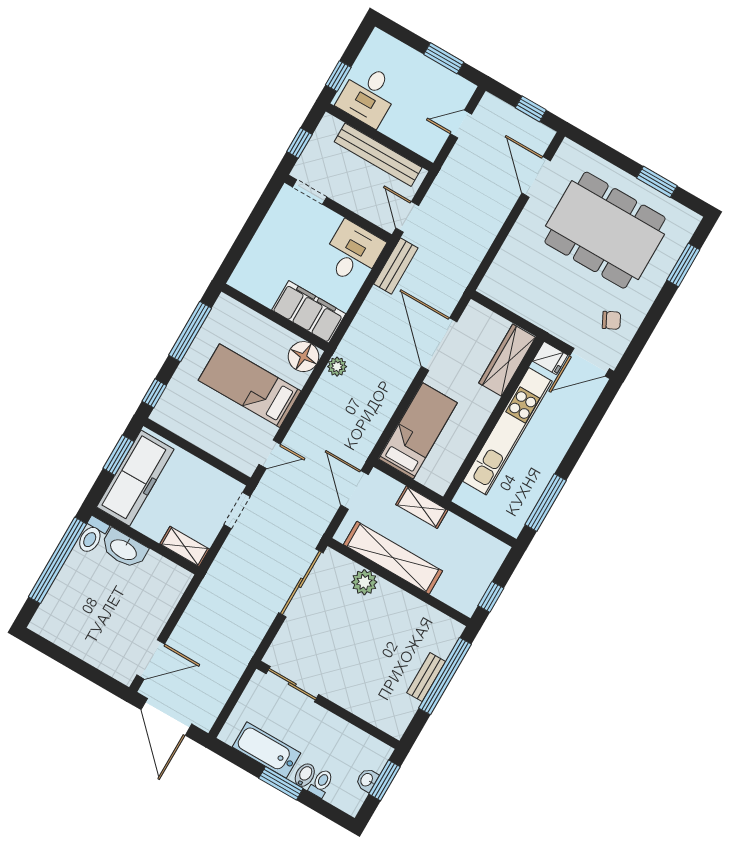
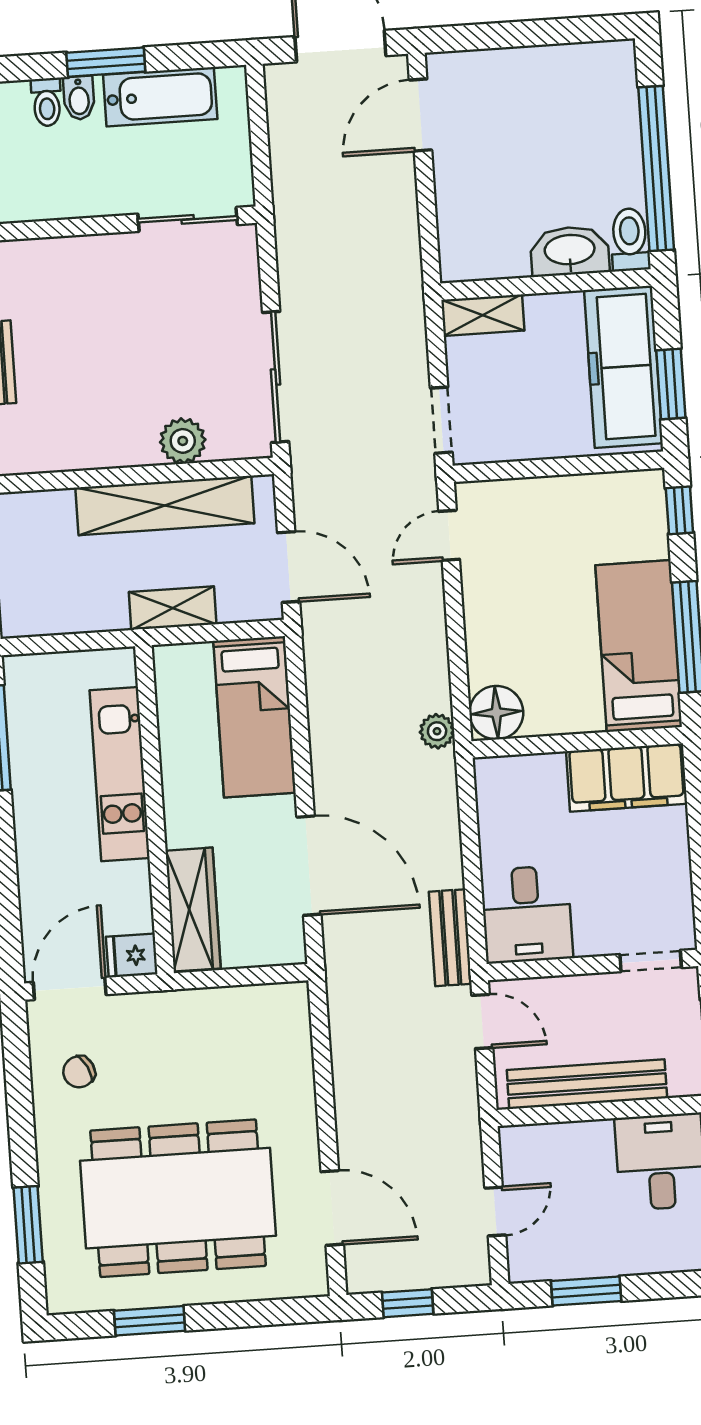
filing cabinet: (309, 312) -> (627, 777), moved
bed: (250, 386) -> (639, 646), moved, turned -90
kitchen unit: (508, 431) -> (120, 774), width x0.73

